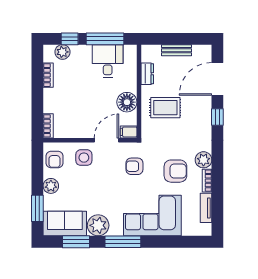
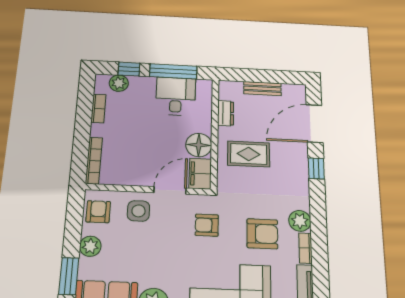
bookcase: (48, 126) -> (94, 160), width x1.56
filing cabinet: (129, 132) -> (200, 174), width x2.00
armchair: (54, 159) -> (98, 212), turned 180

